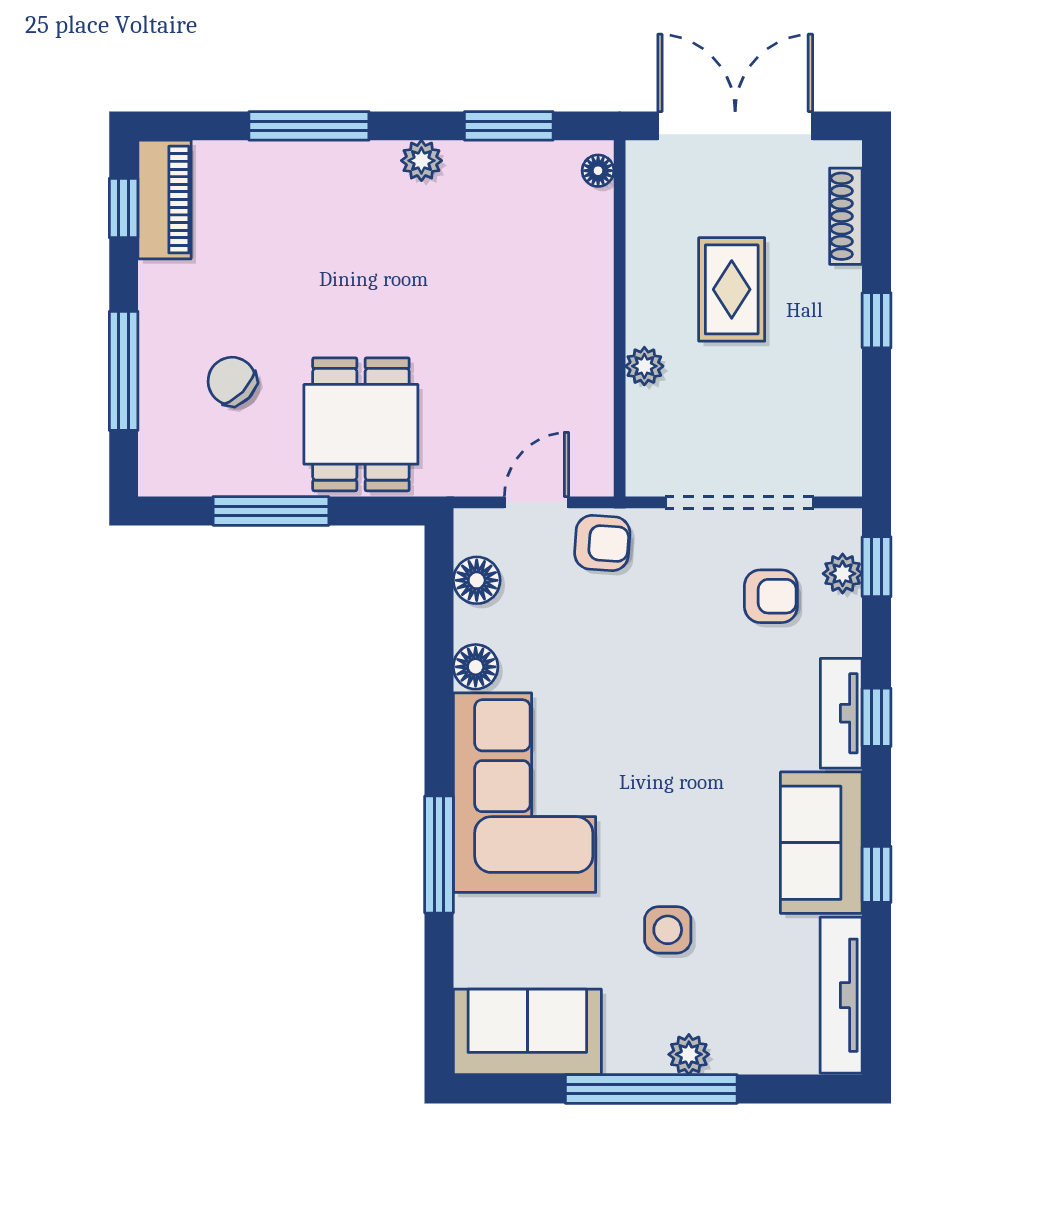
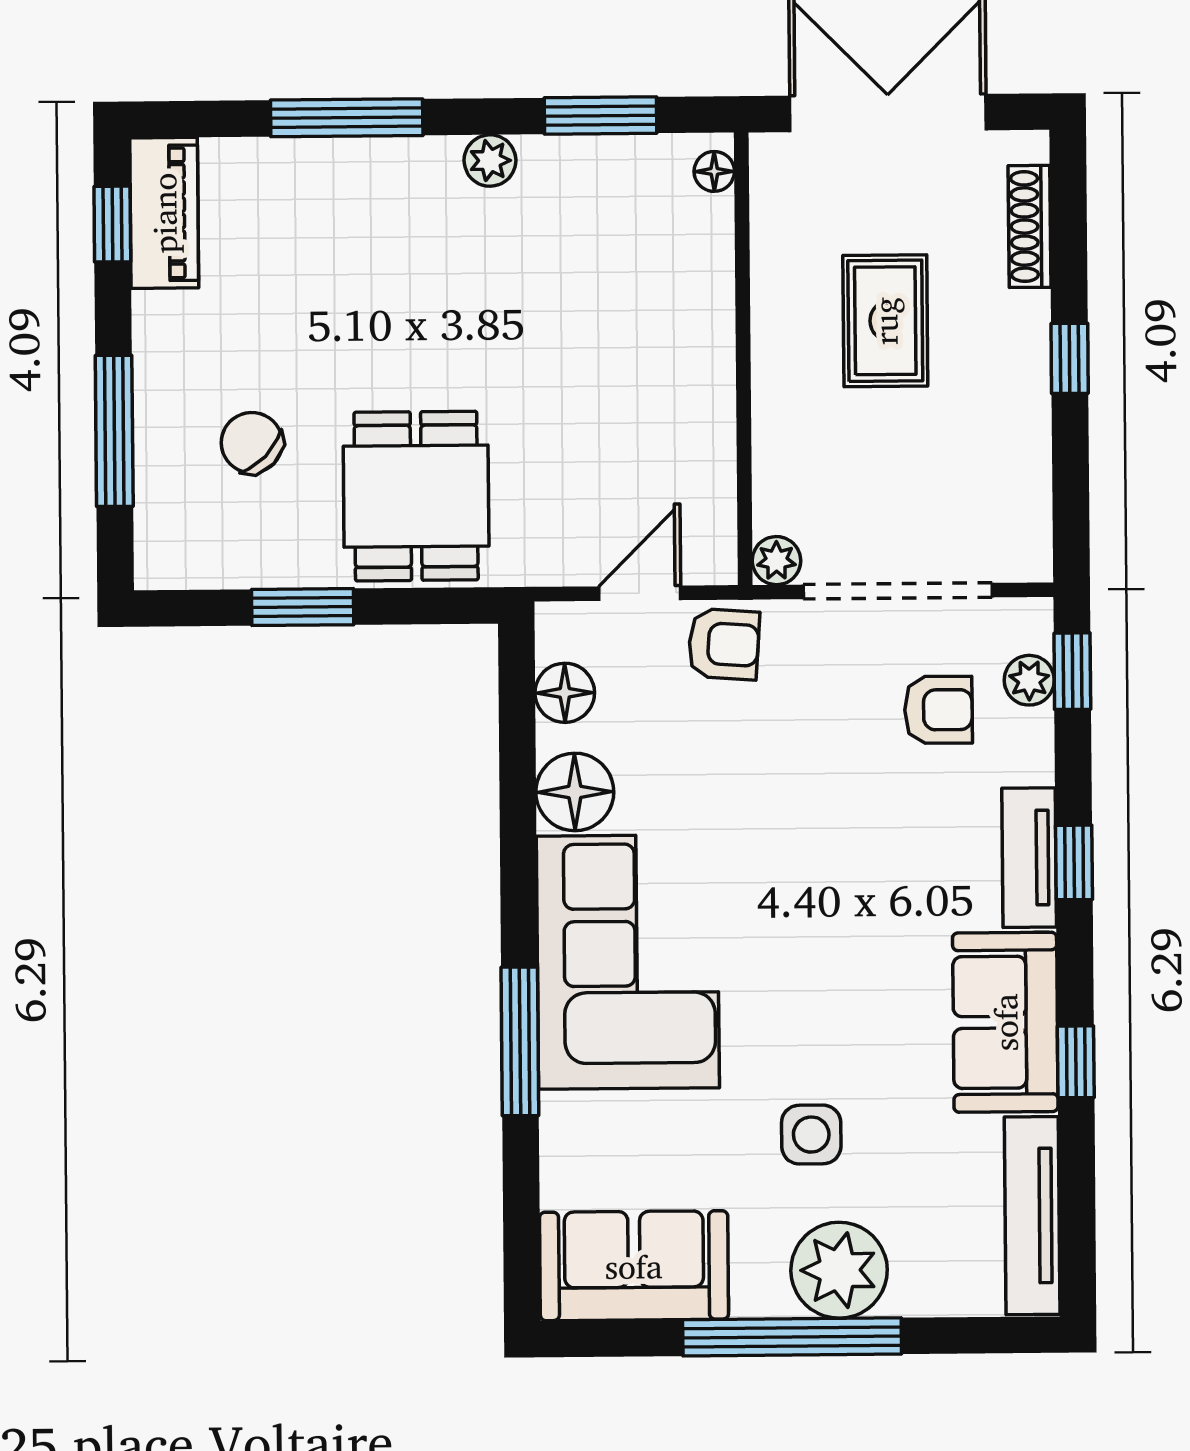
plant: (644, 366) -> (776, 561), moved
window: (271, 511) -> (303, 607), width x0.69
floor lamp: (476, 667) -> (575, 792), width x1.38, depth x1.38
plant: (689, 1054) -> (839, 1270), width x1.88, depth x1.88

